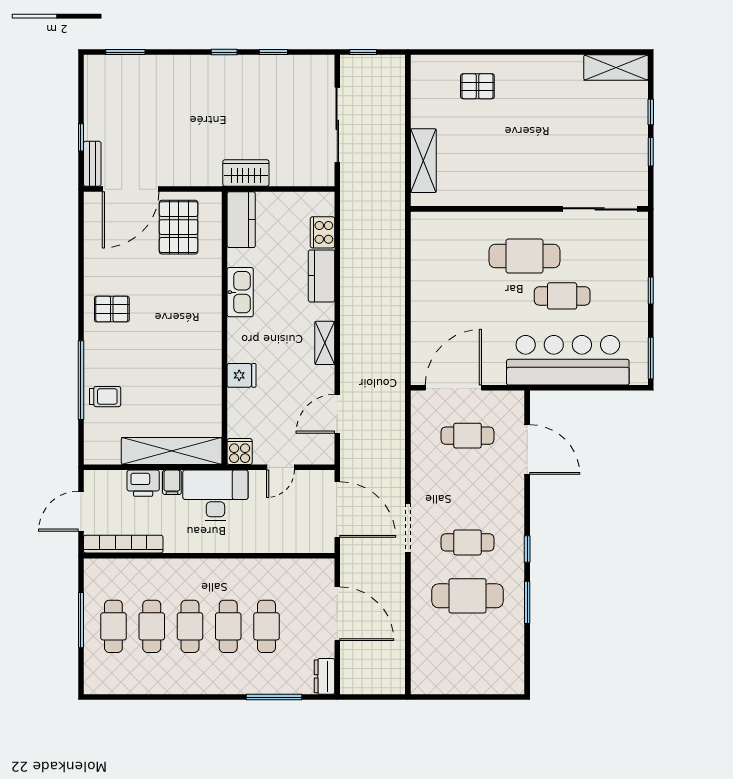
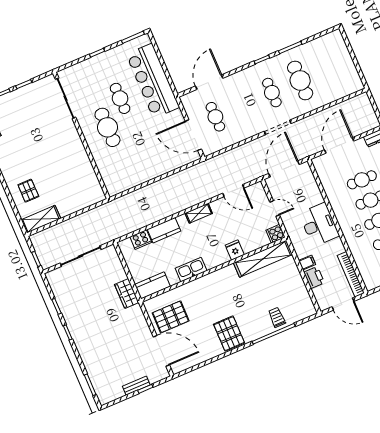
shelving: (423, 161) -> (41, 219), moved
bench: (92, 164) -> (136, 386), moved
pallet: (112, 309) -> (229, 334), width x1.50, depth x1.42
shelving: (172, 451) -> (263, 259), moved, turned 90
desk: (215, 495) -> (319, 225), moved, turned 180

